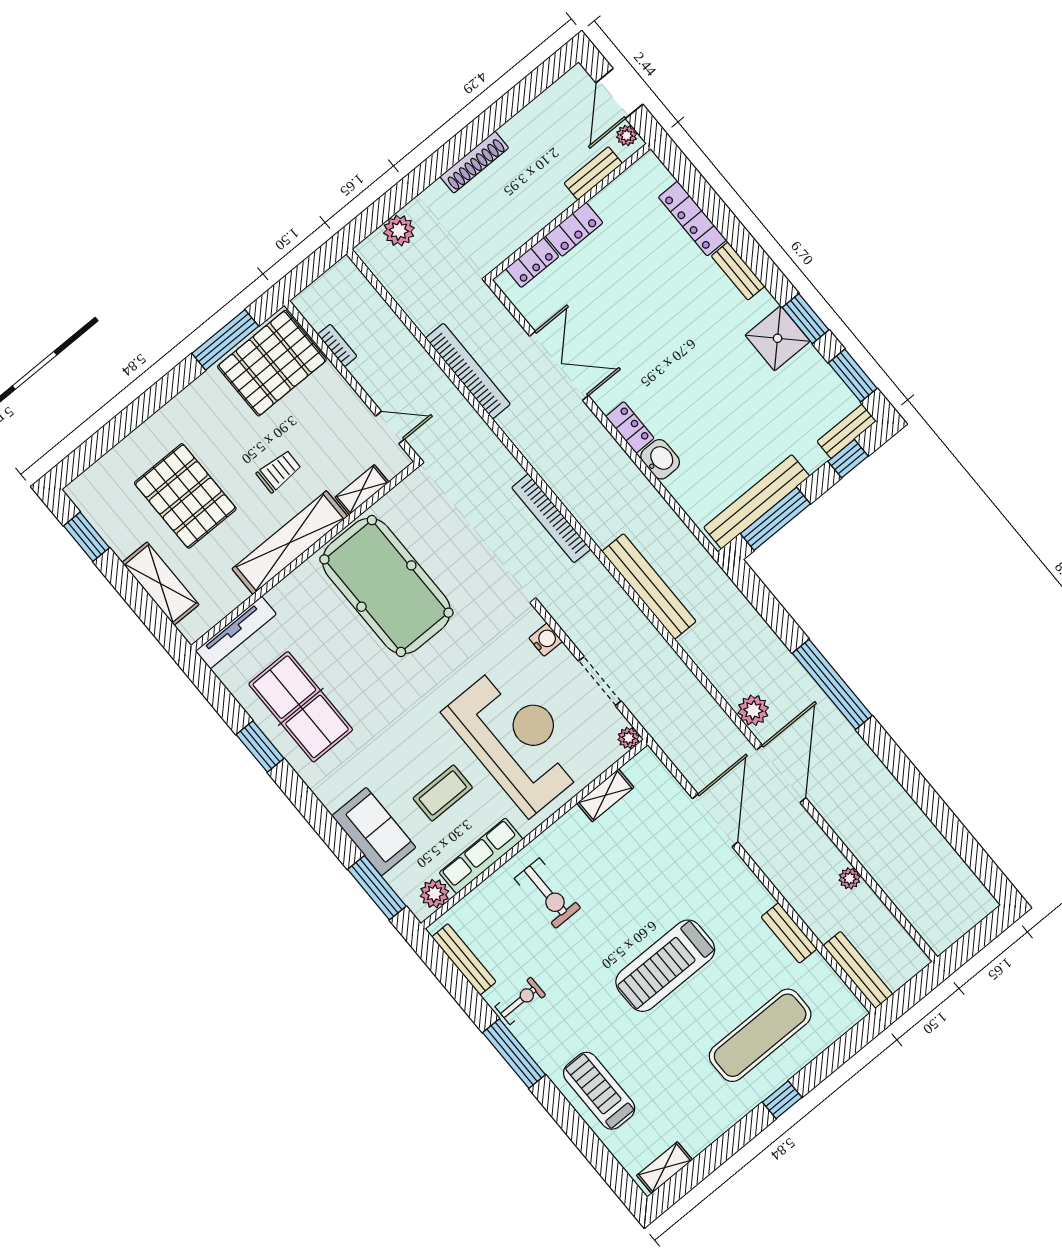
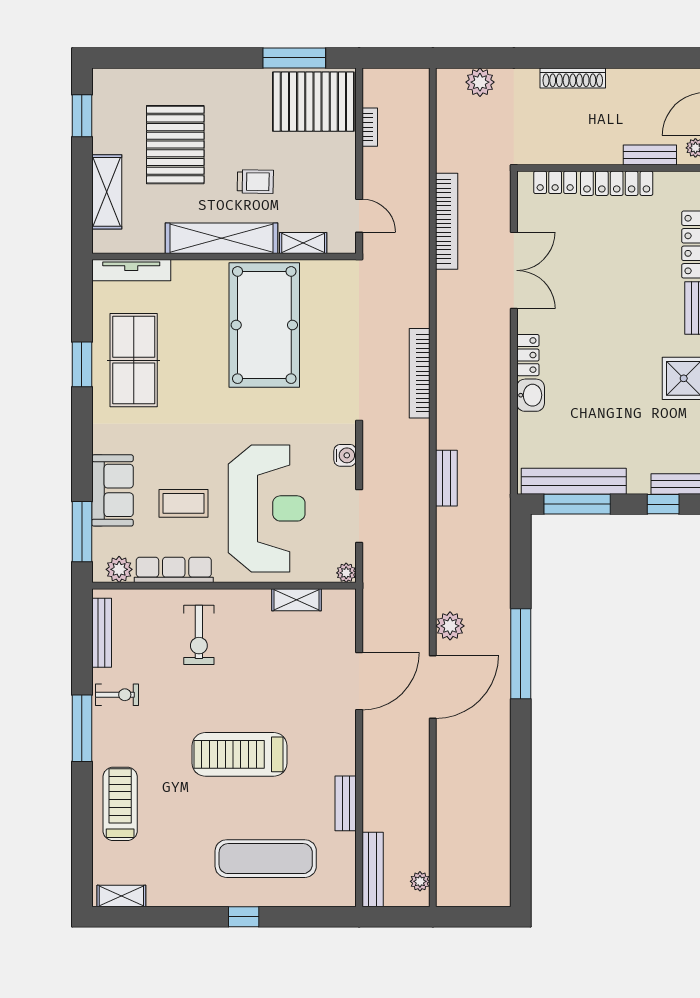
locker: (574, 229) -> (617, 183), width x1.53
bench: (649, 586) -> (446, 478), width x0.54, depth x0.82
plant: (850, 878) -> (420, 881), moved

